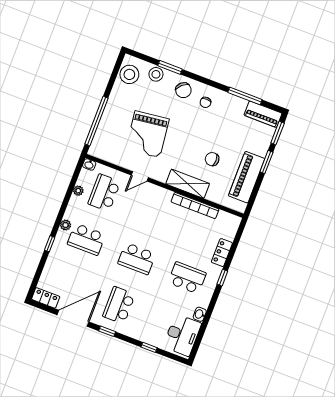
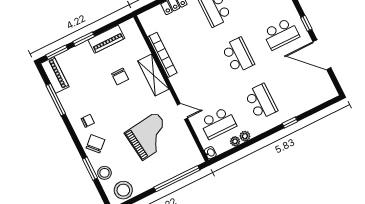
piano: (247, 177) -> (106, 39), width x0.73, depth x0.75
plant: (65, 225) -> (245, 136), moved
locker: (46, 298) -> (328, 87), removed

